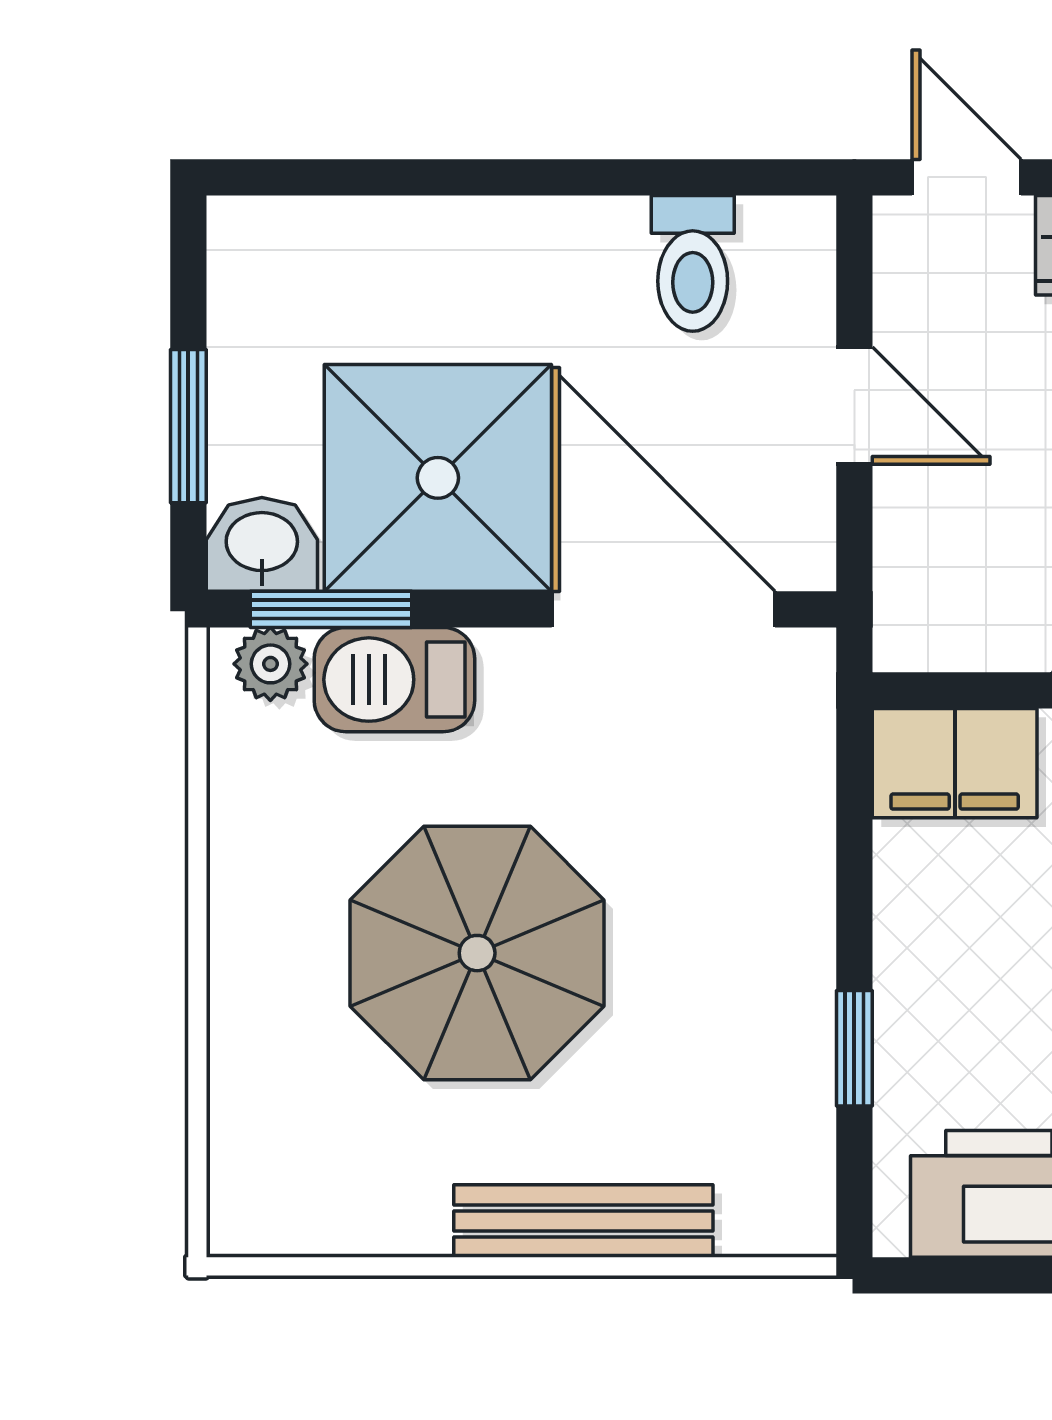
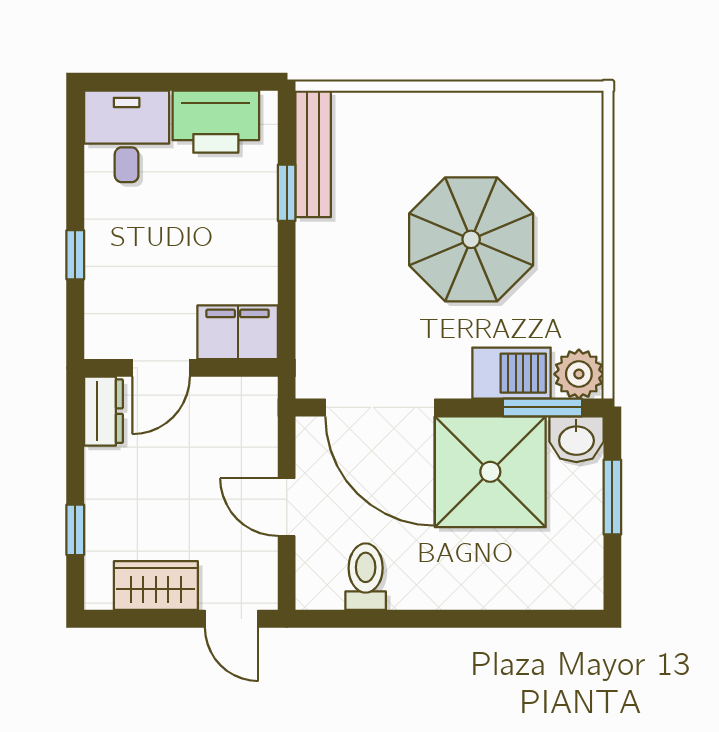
plant: (270, 664) -> (579, 374), width x1.38, depth x1.38
bench: (583, 1221) -> (313, 154), moved, turned 90

